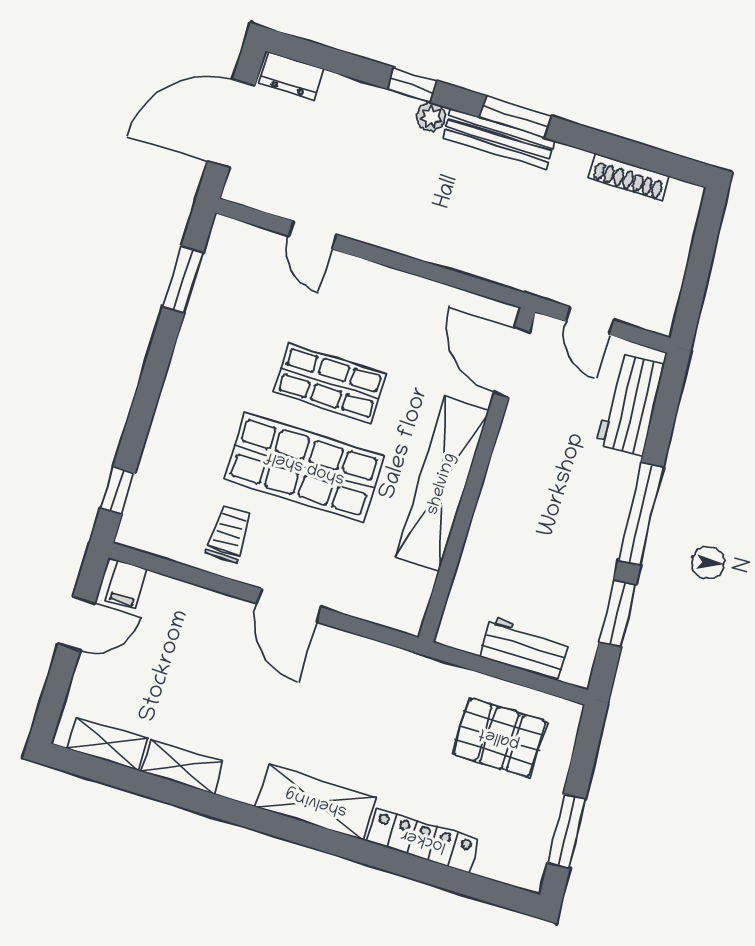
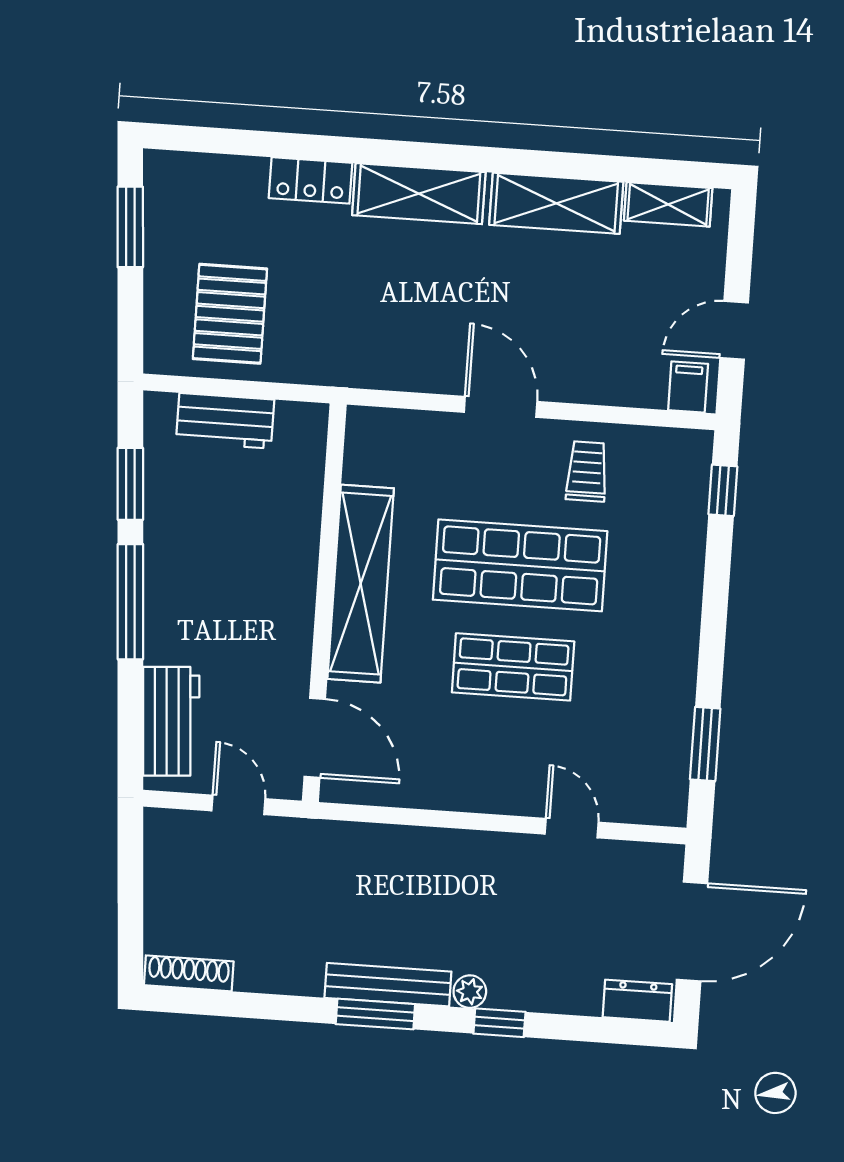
shoe rack: (629, 177) -> (189, 973), moved
trolley: (229, 534) -> (587, 471), turned 180
pallet: (499, 738) -> (230, 314), turned 90
shelving: (182, 766) -> (556, 203), width x1.50, depth x1.33
locker: (423, 840) -> (311, 180), width x0.66

